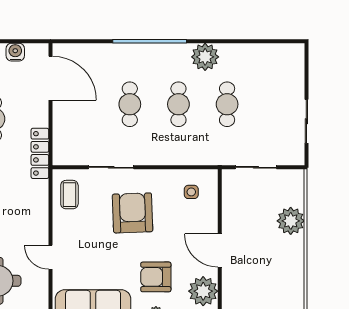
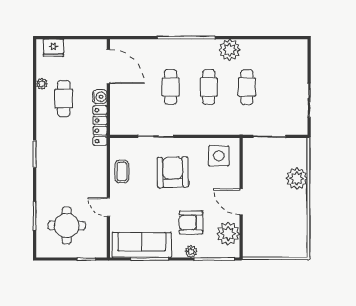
water cooler: (15, 52) -> (100, 97), moved, turned 90
side table: (191, 192) -> (219, 156), width x1.87, depth x1.87
coffee table: (69, 195) -> (122, 172), moved

